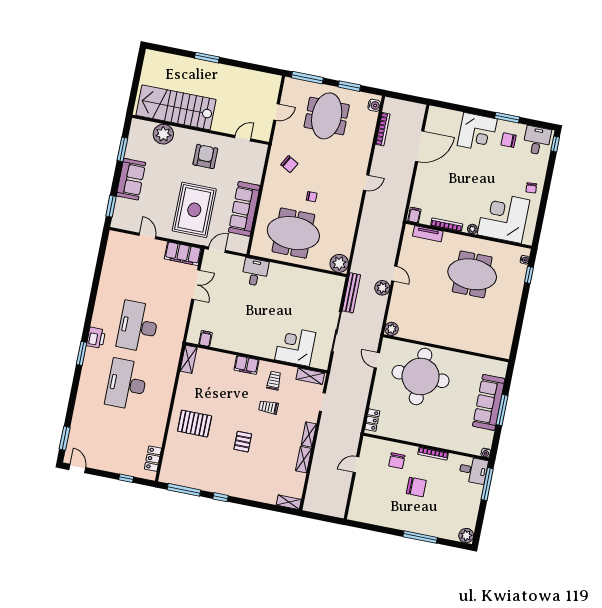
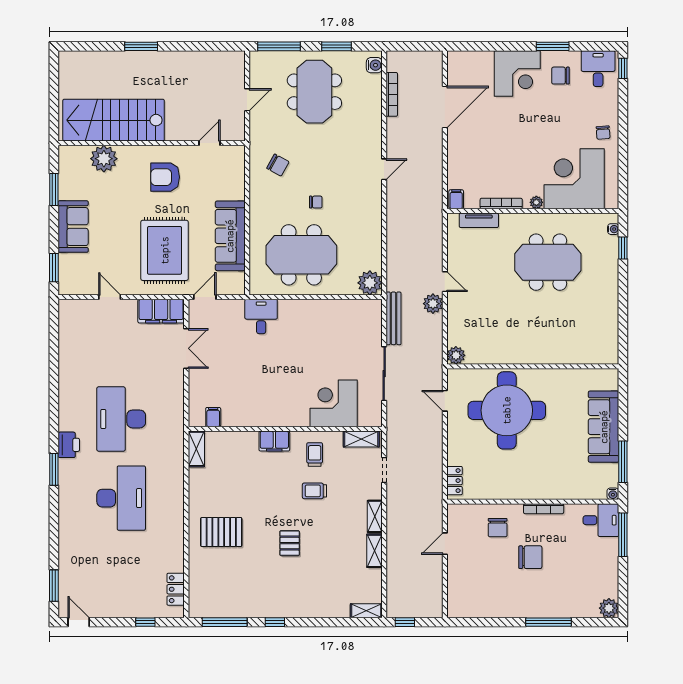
armchair: (205, 156) -> (165, 177), turned -90
desk: (126, 384) -> (121, 498), turned 180
window: (502, 410) -> (623, 462), moved
window: (315, 516) -> (405, 622), added

